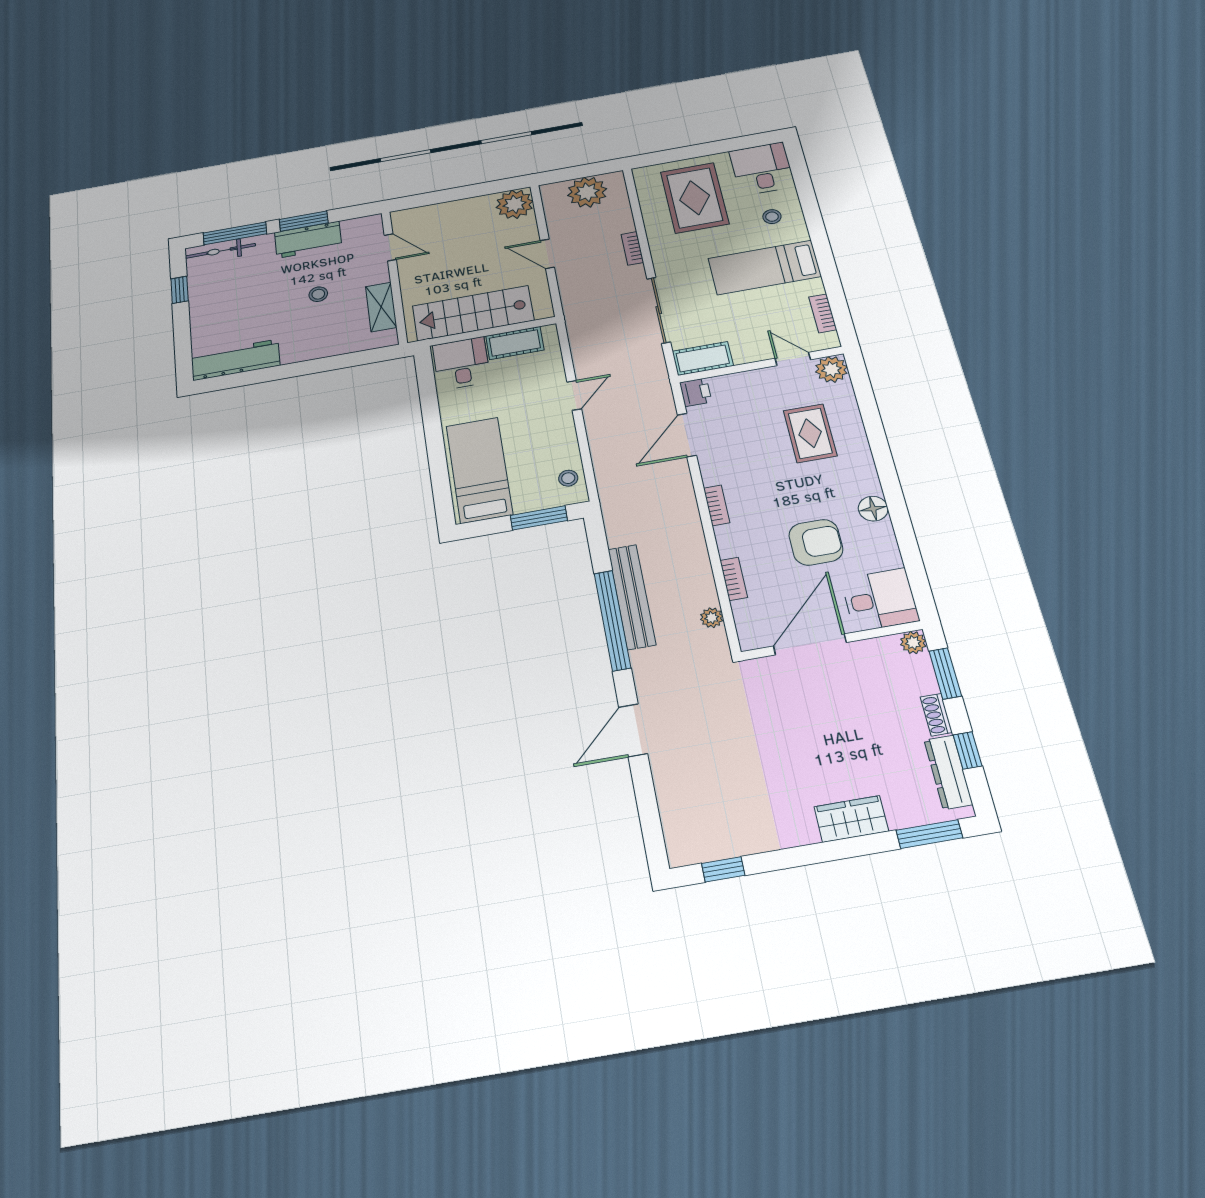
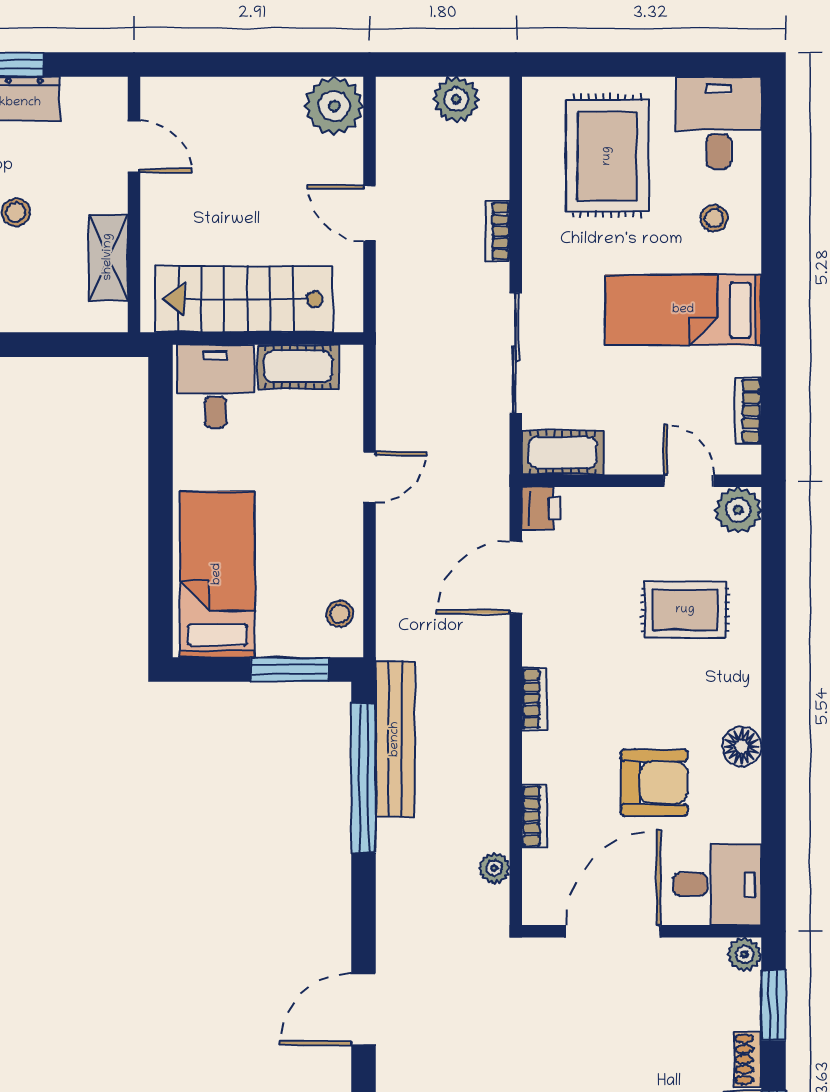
plant: (587, 192) -> (456, 99), width x0.73, depth x0.73
rug: (810, 433) -> (685, 610), turned 90
bench: (632, 597) -> (395, 739), moved
window: (612, 620) -> (363, 778), moved

